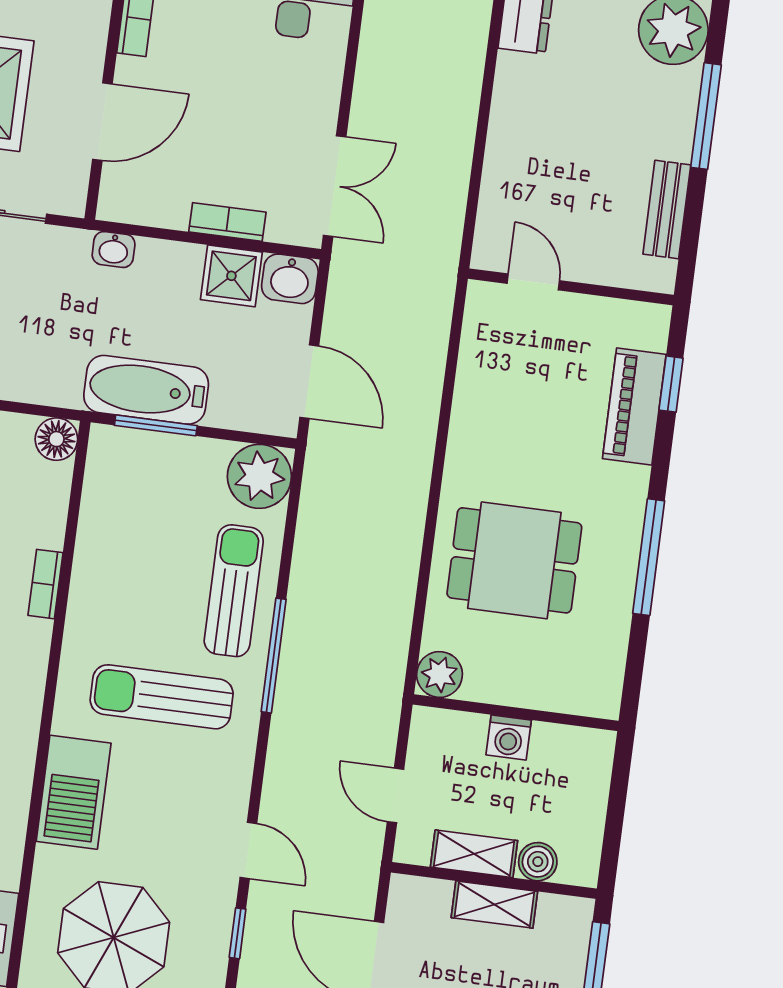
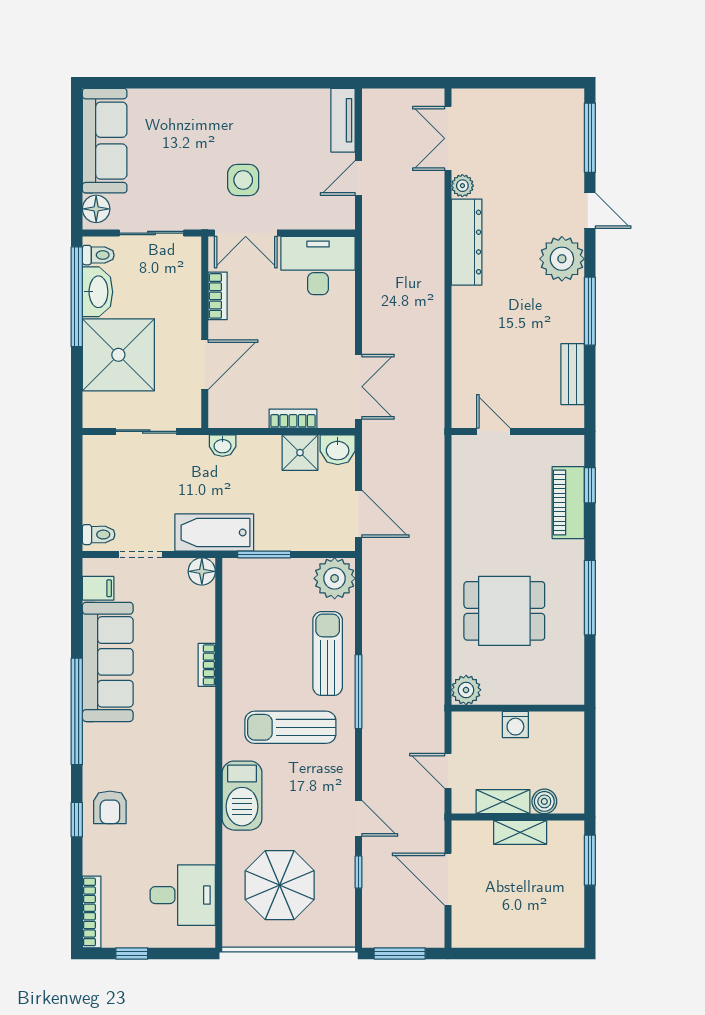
bathtub: (146, 390) -> (214, 532), moved

